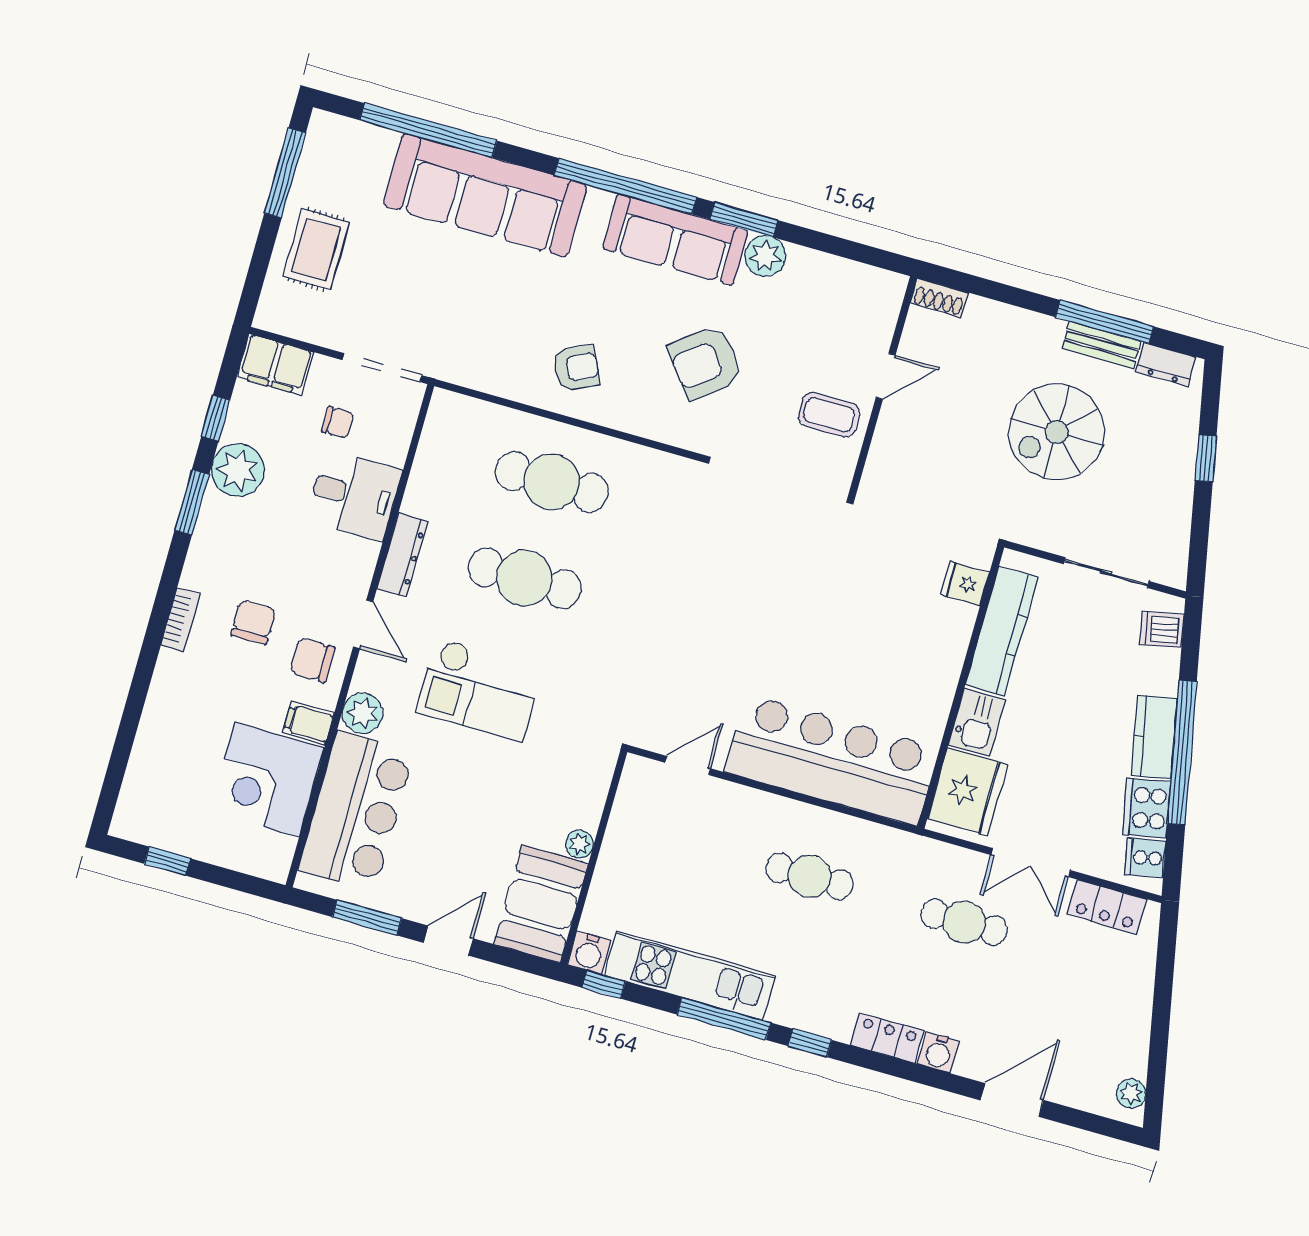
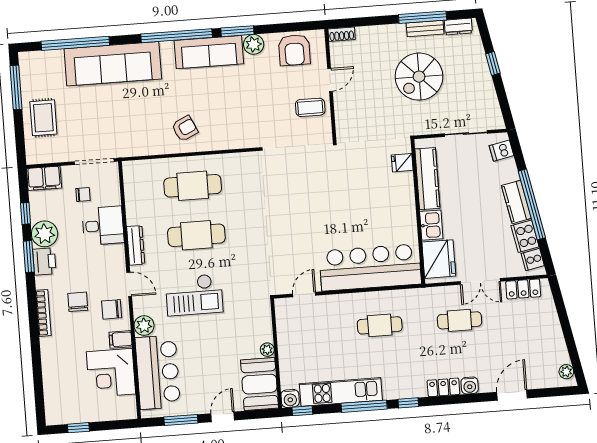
armchair: (705, 362) -> (294, 50), moved, turned -52
printer: (218, 523) -> (44, 262), added
bookcase: (181, 619) -> (43, 313), width x1.56

